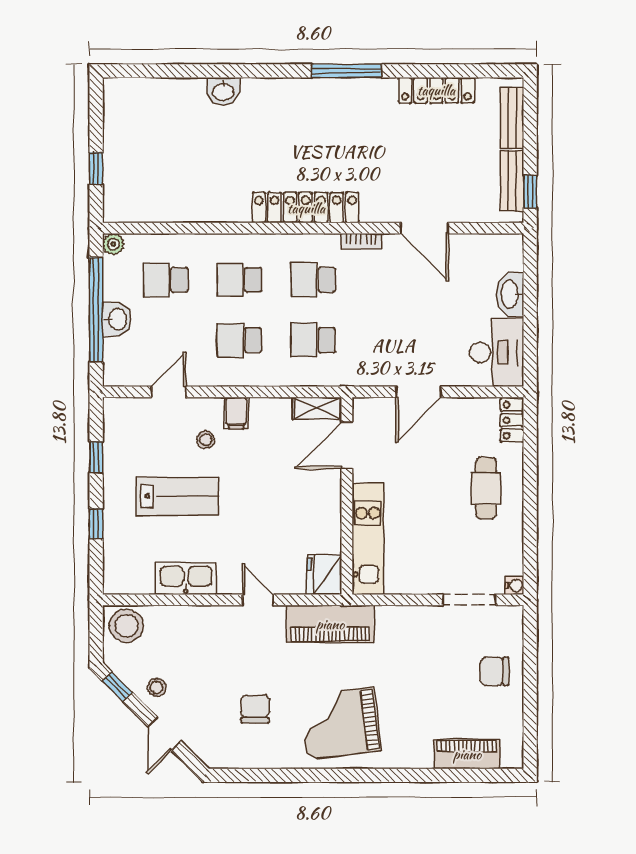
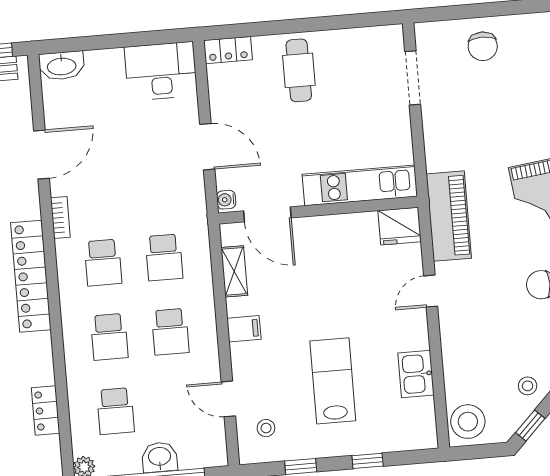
locker: (172, 211) -> (46, 410), added
washbasin: (510, 294) -> (62, 66), moved
shelving: (317, 408) -> (234, 271), moved
stool: (206, 440) -> (266, 428), moved
cafe table: (486, 488) -> (299, 70), turned 90
kitchen sink: (186, 578) -> (416, 374), width x0.73
water cooler: (515, 586) -> (226, 200), moved, turned -90

